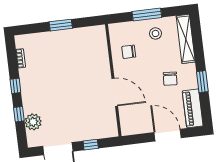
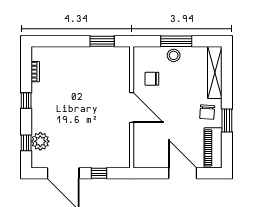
window: (61, 25) -> (102, 41), moved
stool: (156, 33) -> (174, 55), moved
chair: (170, 79) -> (207, 112), moved
door: (115, 92) -> (132, 107), moved
window: (19, 114) -> (26, 143), moved

